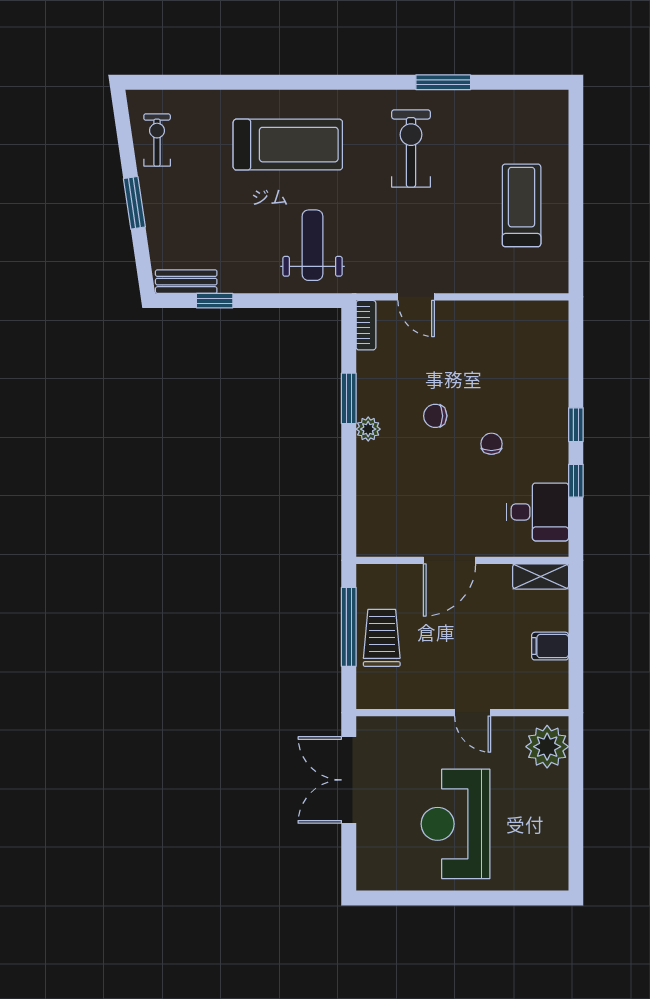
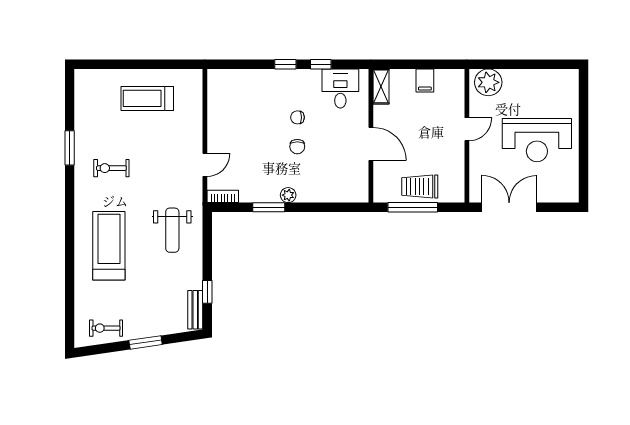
exercise bike: (411, 149) -> (111, 168), width x0.73, depth x0.72
weight bench: (312, 245) -> (172, 230), turned -90
chair: (435, 416) -> (297, 147), moved
double door: (349, 780) -> (509, 207), swing flipped

